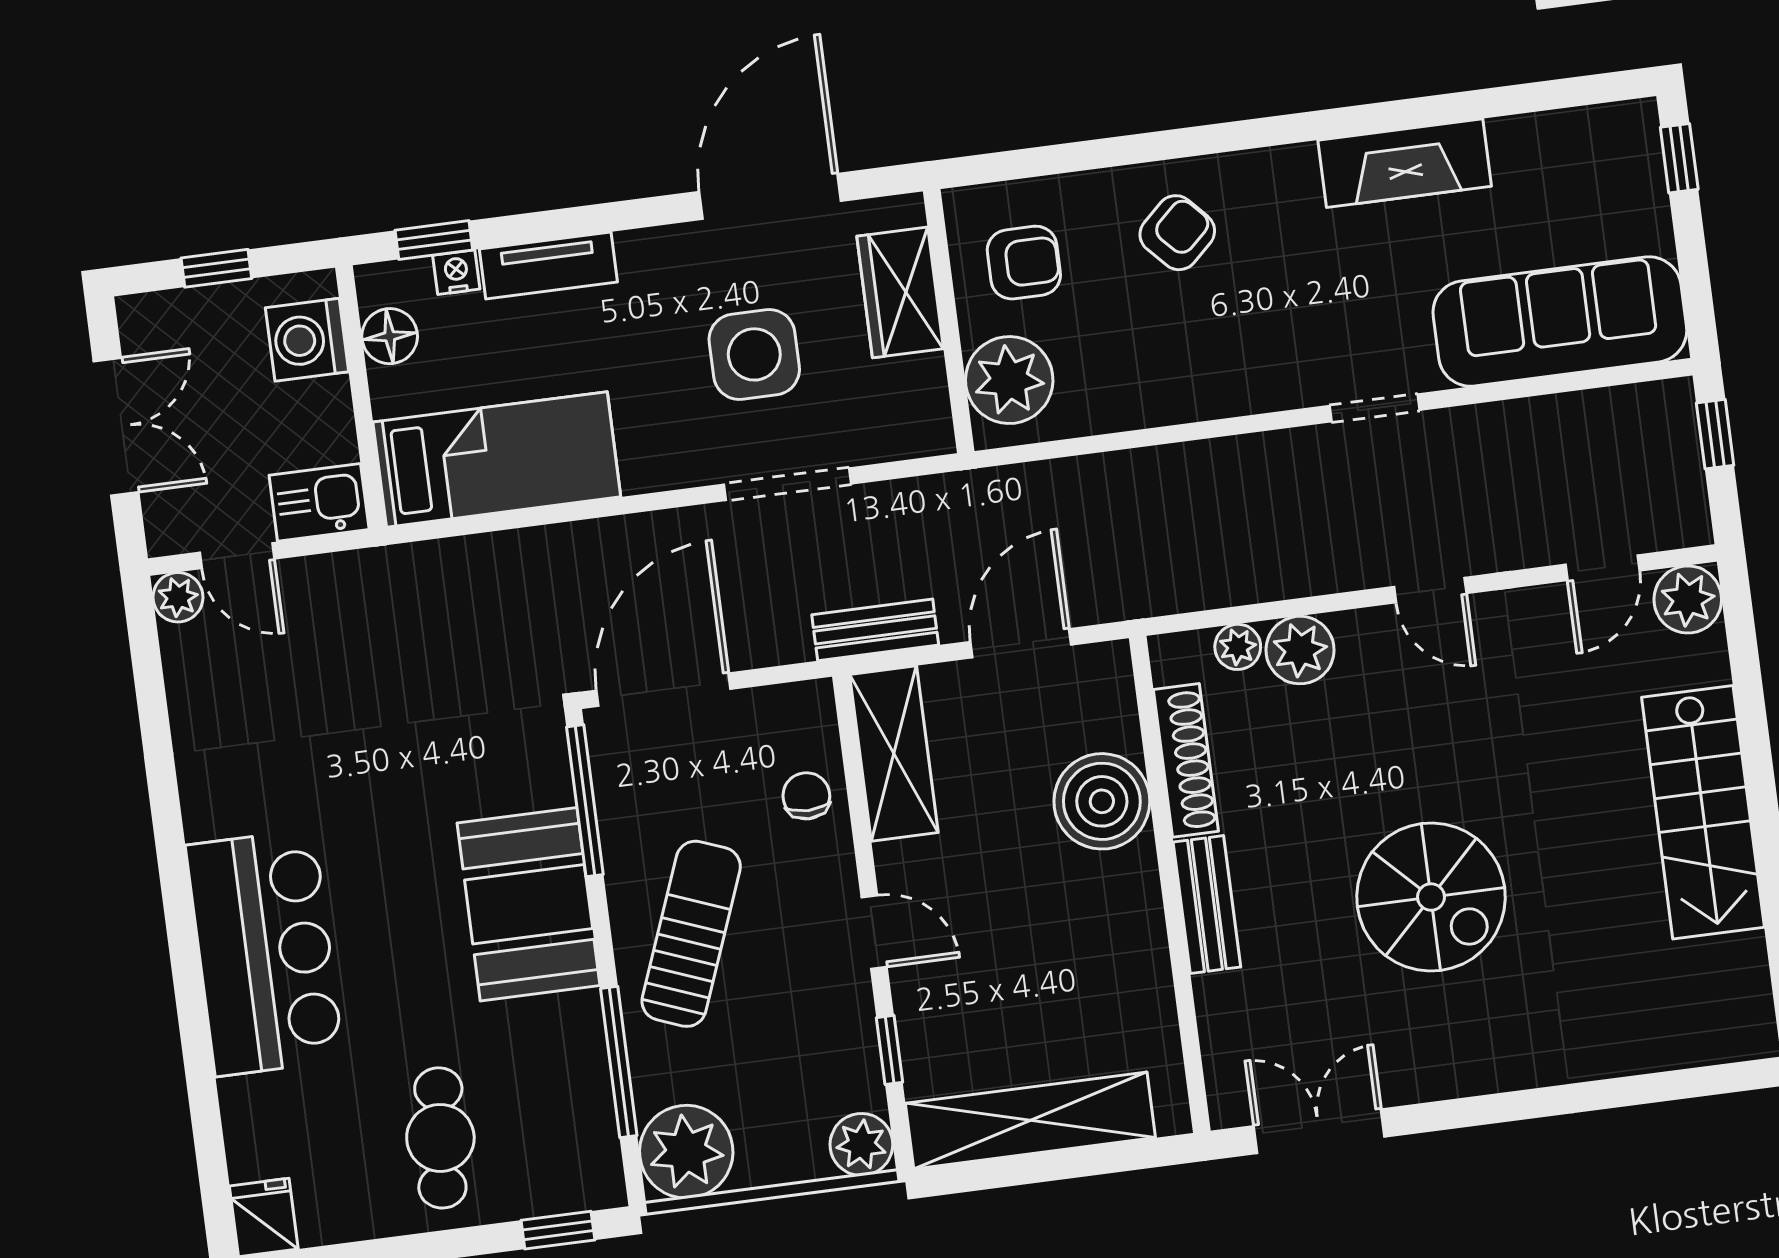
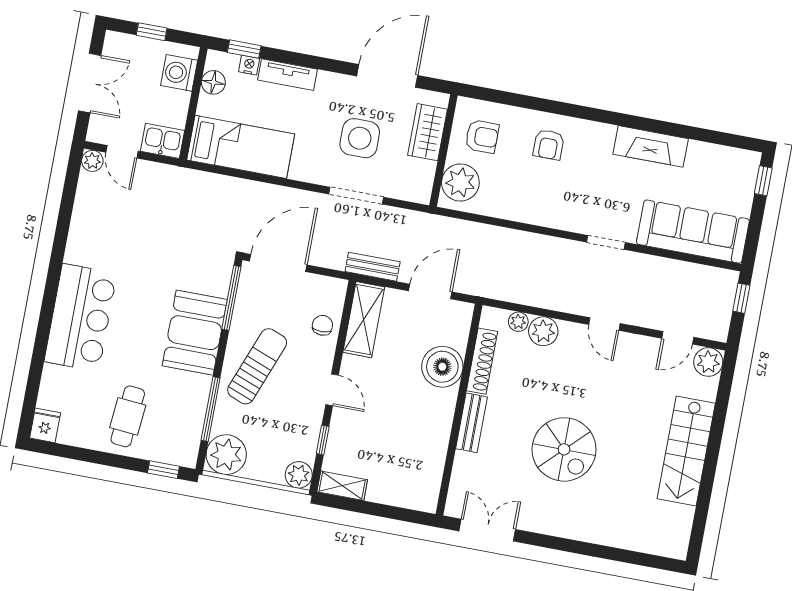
armchair: (1177, 233) -> (549, 145), turned 133
shelving: (1030, 1120) -> (342, 486), width x0.45, depth x0.75

